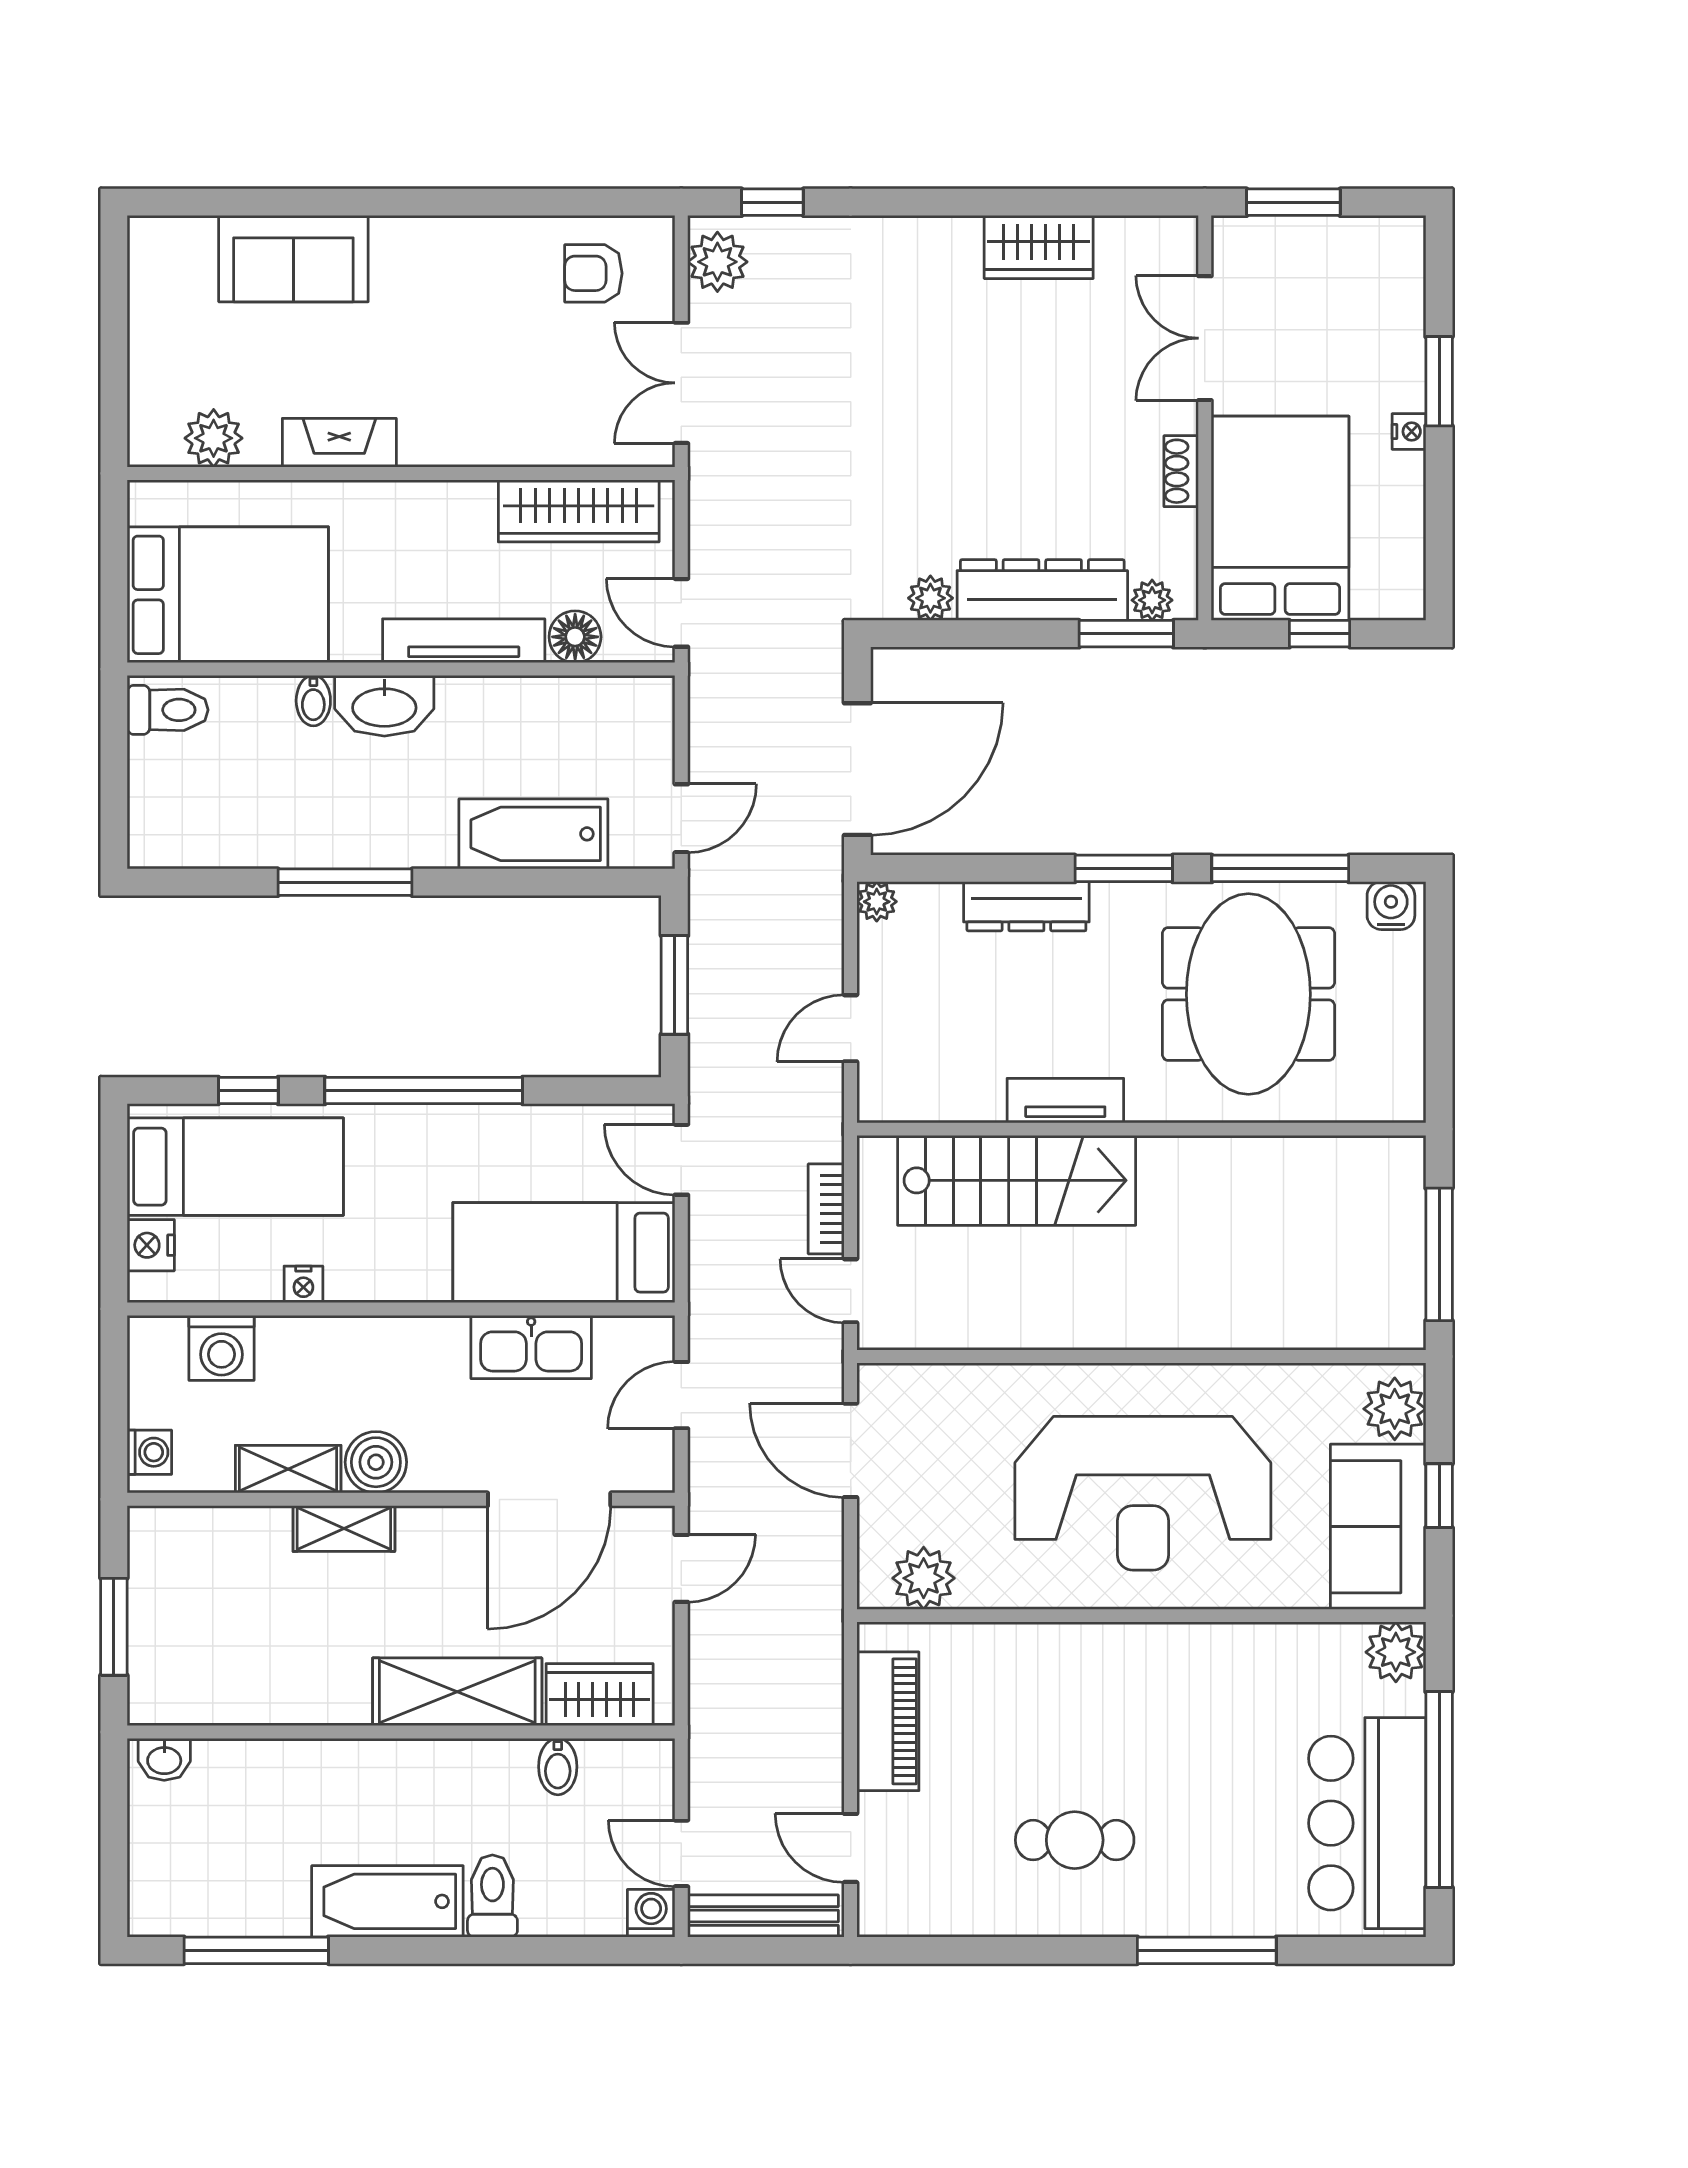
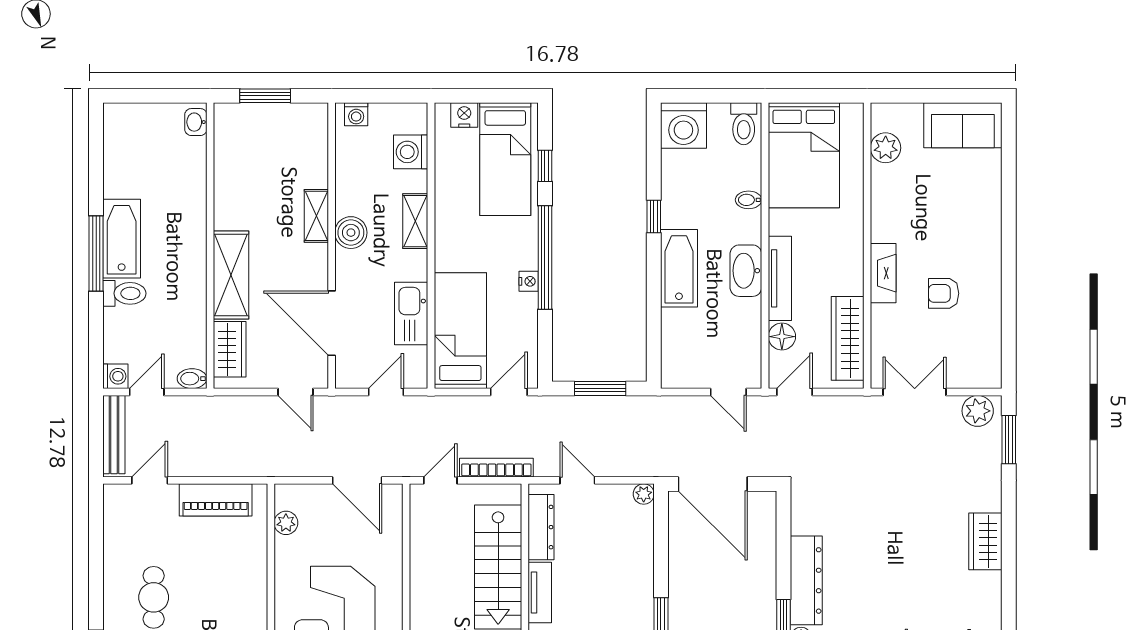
window: (772, 202) -> (1009, 440), width x1.50
wardrobe: (1039, 247) -> (985, 541), moved
sofa: (293, 259) -> (963, 125), moved, turned -90
armchair: (593, 273) -> (944, 293), moved, turned -90
fireplace: (339, 443) -> (883, 273), moved
plant: (930, 598) -> (802, 522), removed
washbasin: (384, 706) -> (746, 271), moved
door: (681, 818) -> (728, 392), moved
washing machine: (171, 825) -> (683, 125), added
bathtub: (533, 834) -> (679, 268), moved
window: (345, 882) -> (654, 216), width x0.46
dresser: (1026, 906) -> (541, 527), moved, turned 180
bookcase: (826, 1209) -> (496, 468), width x1.56
nightstand: (303, 1284) -> (529, 281), moved, turned 180
door: (681, 1395) -> (386, 392), hinge flipped
door: (851, 1450) -> (357, 480), swing flipped
shelving: (288, 1469) -> (415, 221), moved
plant: (924, 1578) -> (286, 523), width x0.73, depth x0.73
bidet: (558, 1767) -> (192, 379), moved
window: (256, 1950) -> (96, 253), moved

